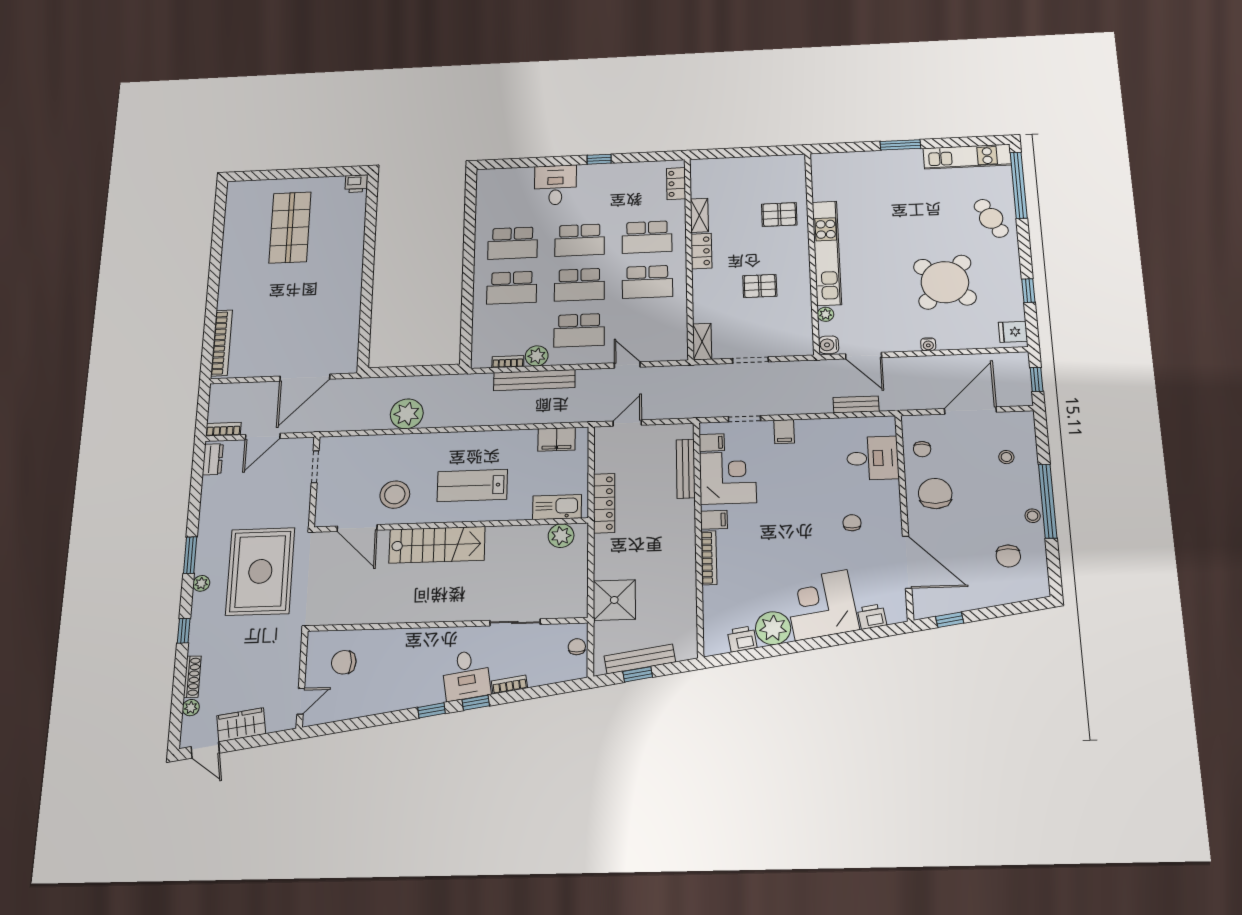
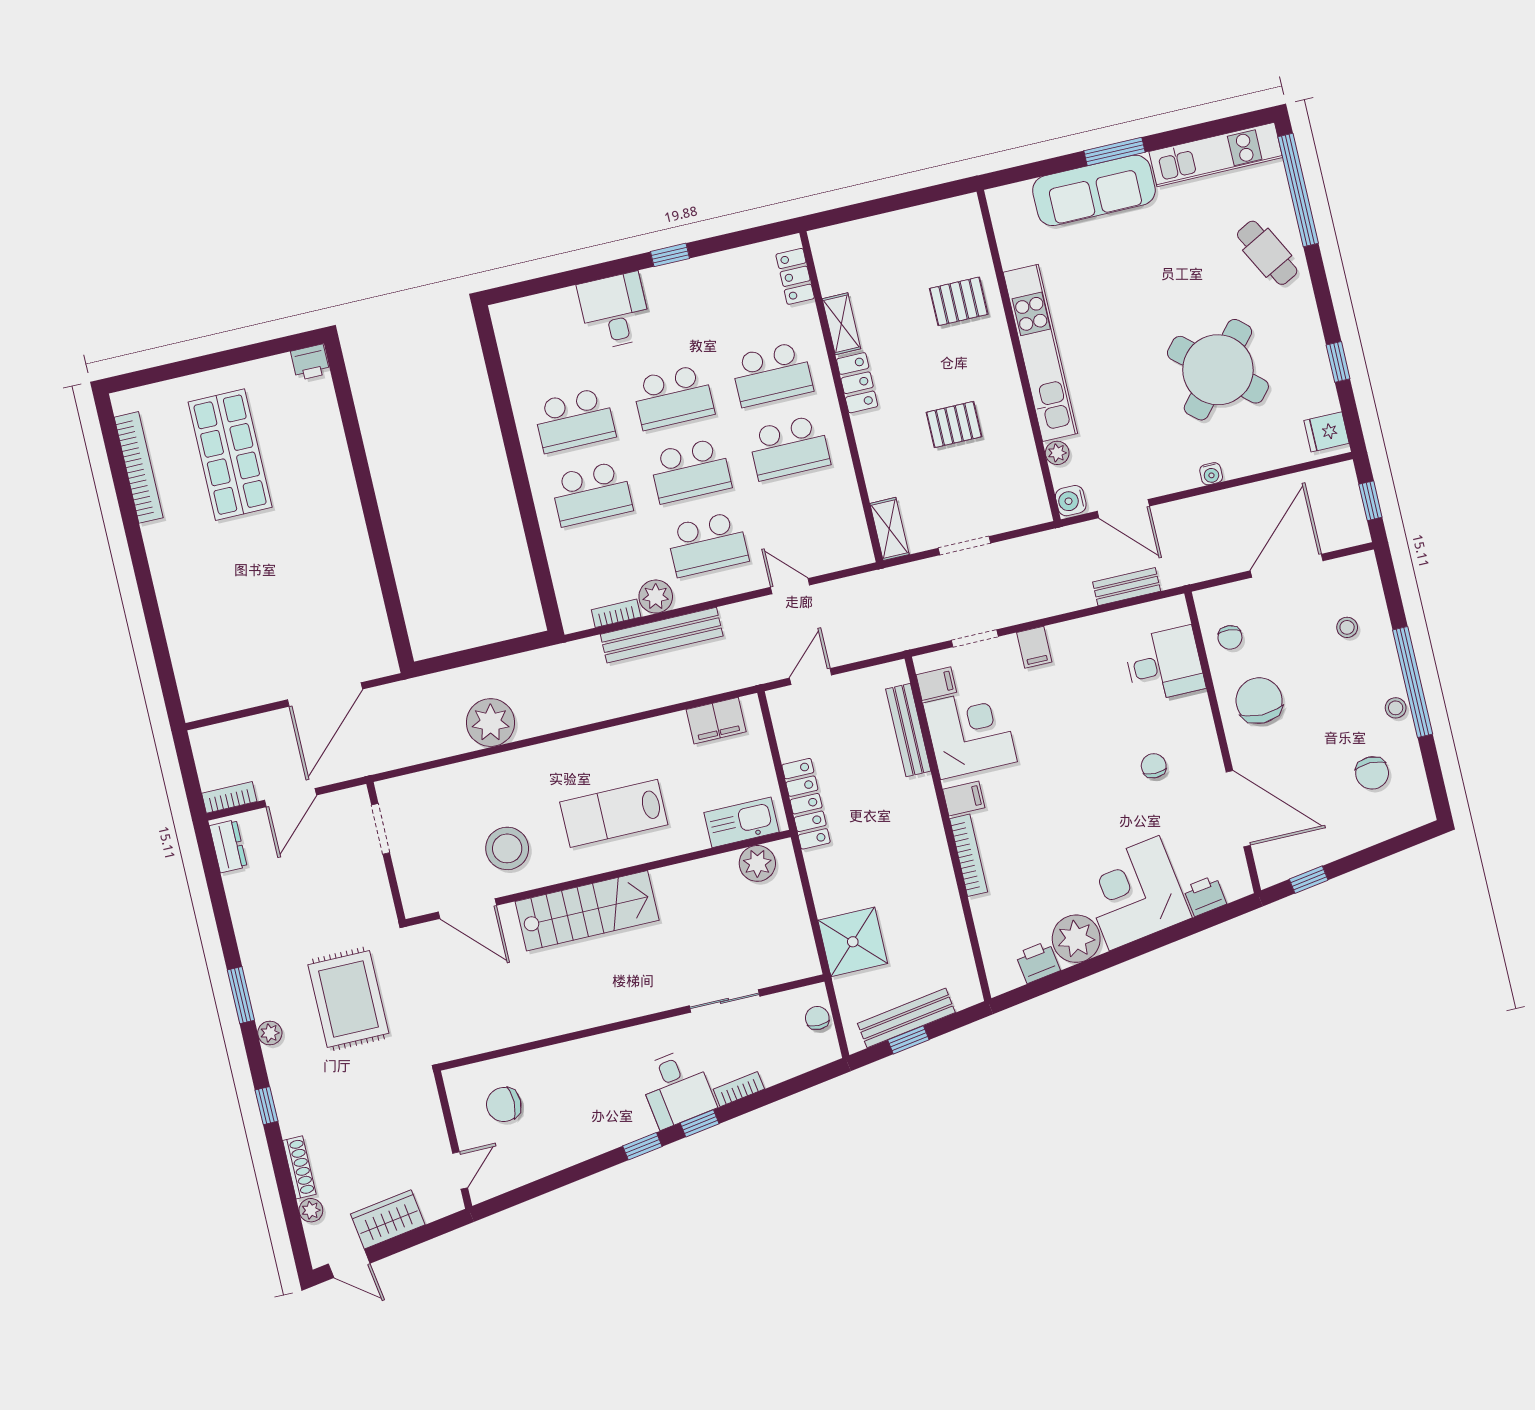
sofa: (882, 165) -> (1094, 190), added
bookcase: (222, 343) -> (139, 467), moved
rug: (260, 571) -> (348, 999), width x0.73, depth x0.69

